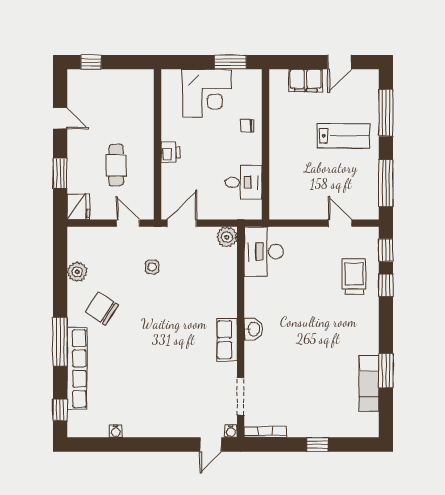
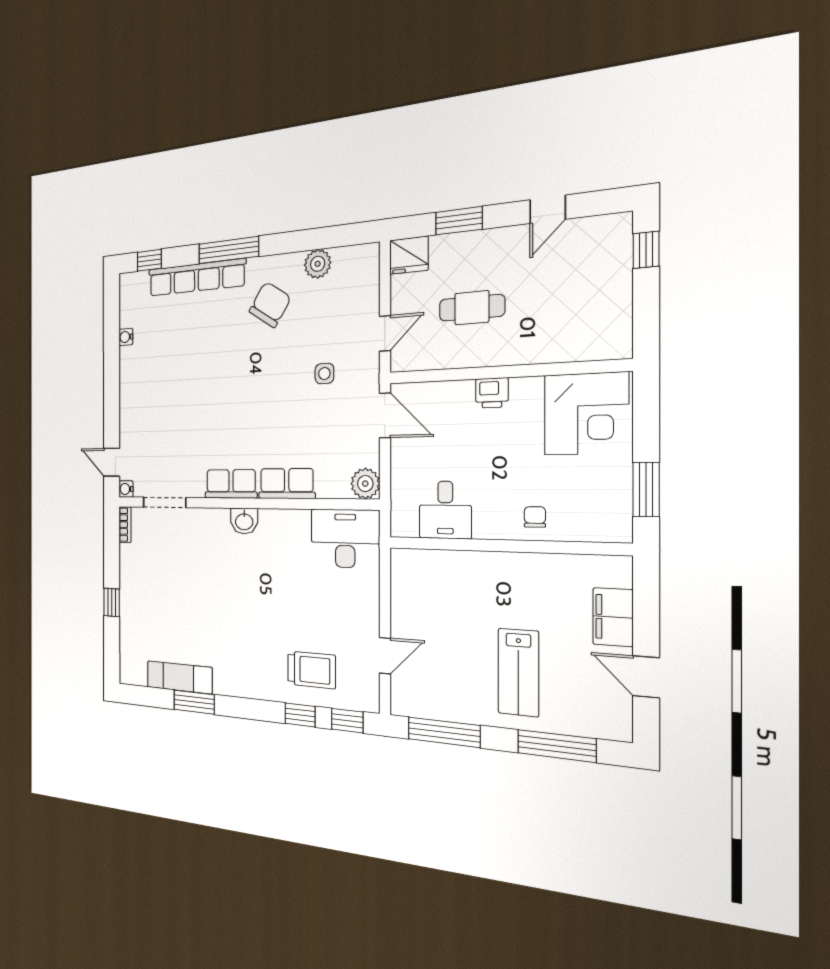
corner desk: (207, 93) -> (586, 414), moved, turned -90
row of seats: (227, 295) -> (287, 483), added
bookcase: (265, 432) -> (125, 525), width x0.64

